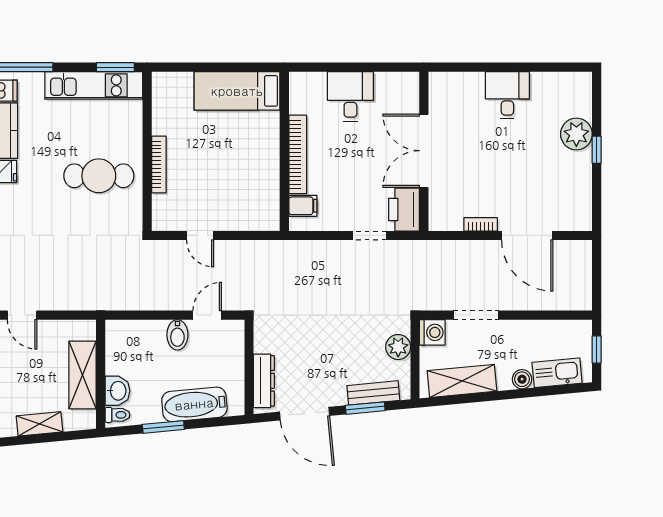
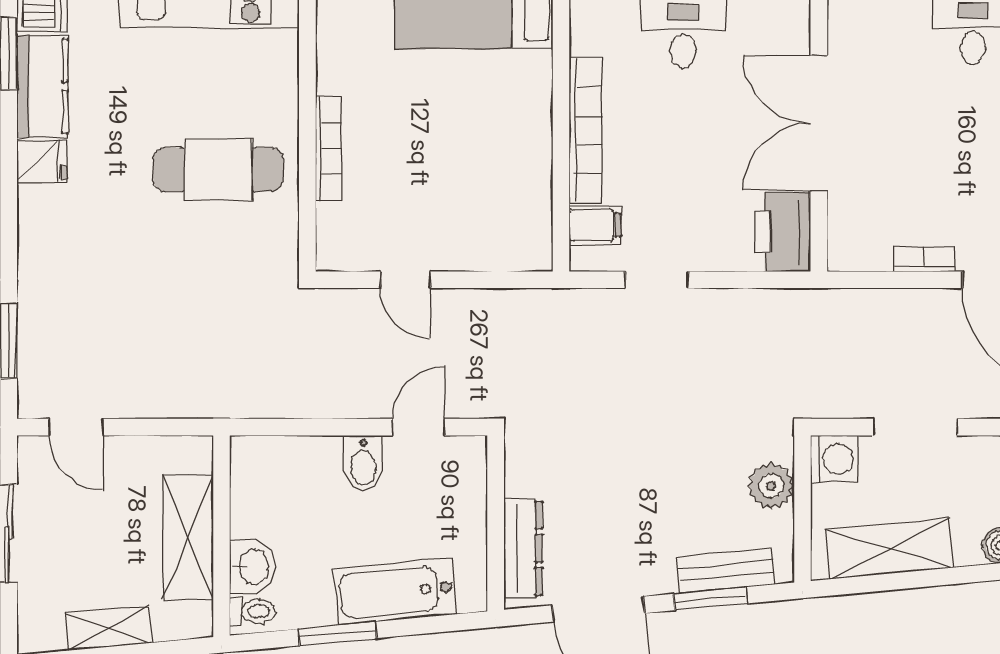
doorway: (369, 235) -> (657, 280), moved

